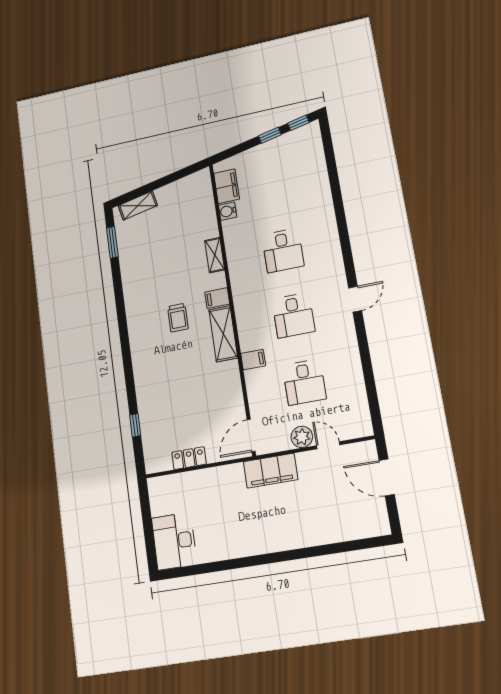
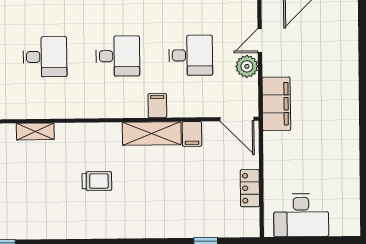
filing cabinet: (217, 298) -> (192, 134), moved
shelving: (223, 334) -> (152, 133), moved
desk: (174, 541) -> (301, 215), moved

